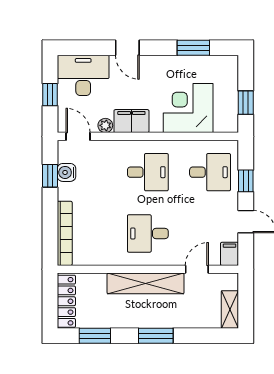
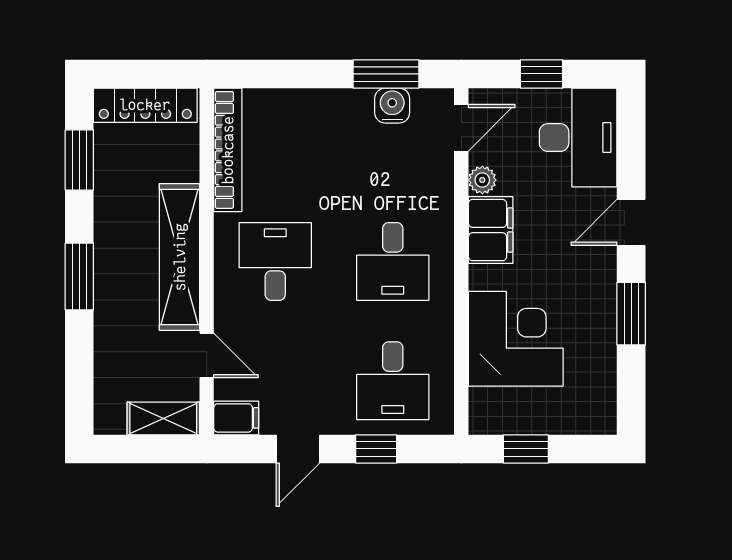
window: (193, 48) -> (631, 314), moved
window: (50, 176) -> (386, 74), width x1.50
bookcase: (65, 233) -> (228, 150), moved, turned -90
shelving: (230, 309) -> (163, 418), moved

